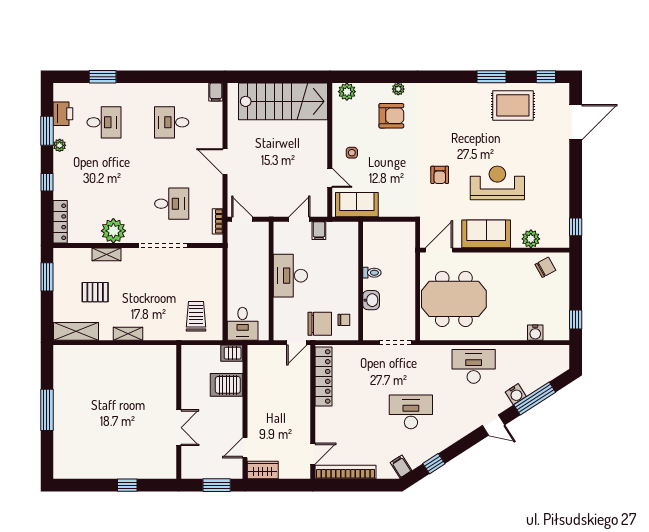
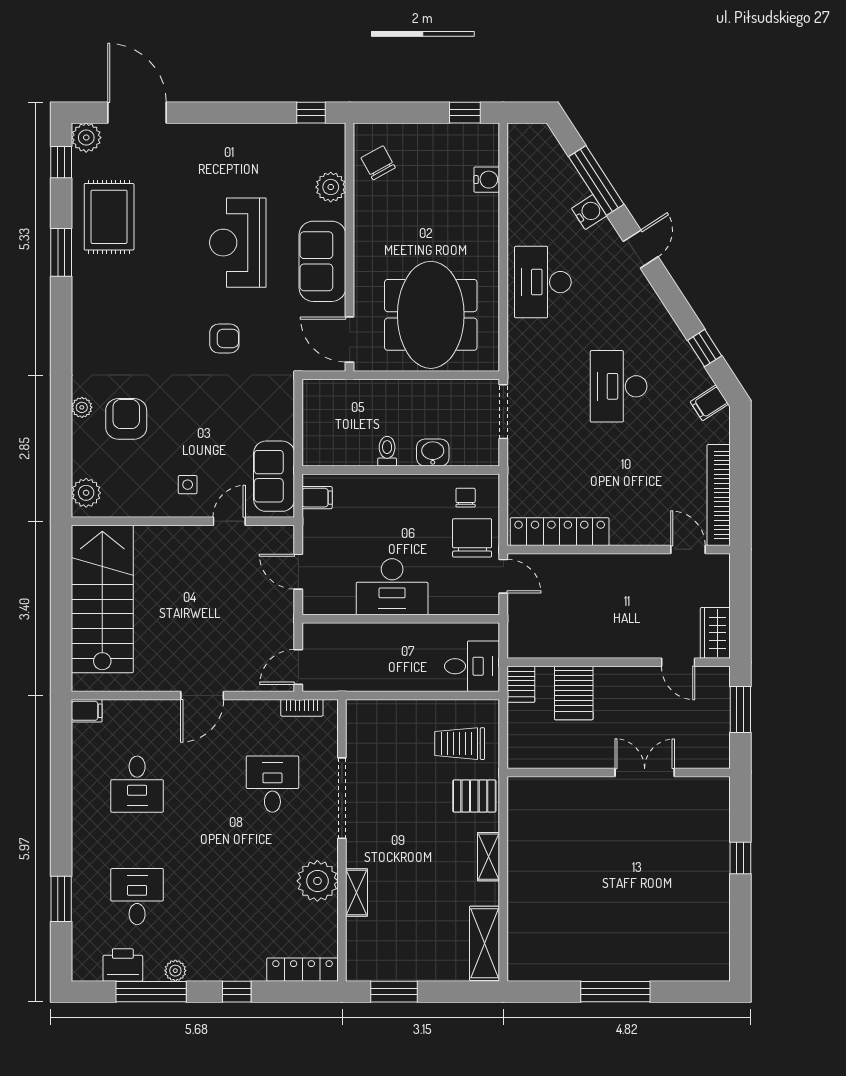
plant: (561, 92) -> (86, 138), added
window: (47, 131) -> (151, 992), width x1.44
filing cabinet: (319, 231) -> (317, 498), moved
pallet: (95, 292) -> (474, 796), moved, turned 90

